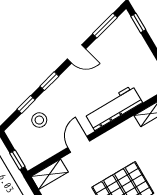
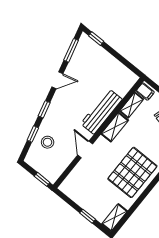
shelving: (50, 174) -> (115, 127), moved

